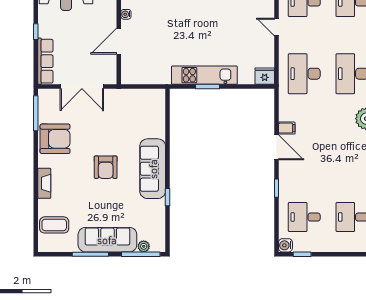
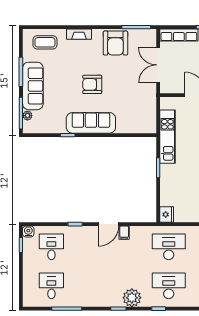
kitchen unit: (204, 75) -> (167, 137), moved
coffee table: (54, 225) -> (45, 42), turned 90

